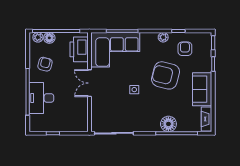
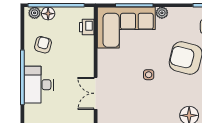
plant: (163, 37) -> (162, 13), moved
printer: (79, 49) -> (87, 27), width x0.53, depth x0.68
double door: (89, 83) -> (96, 93), moved

